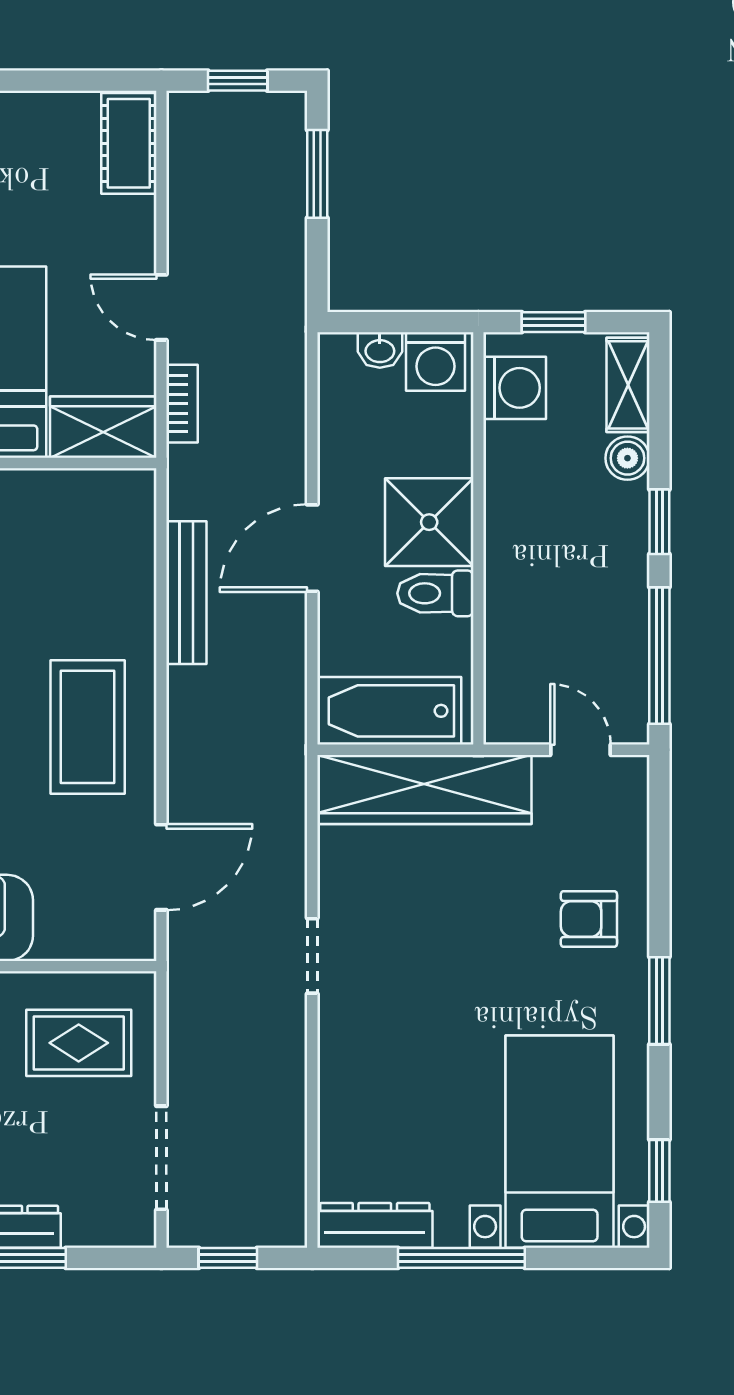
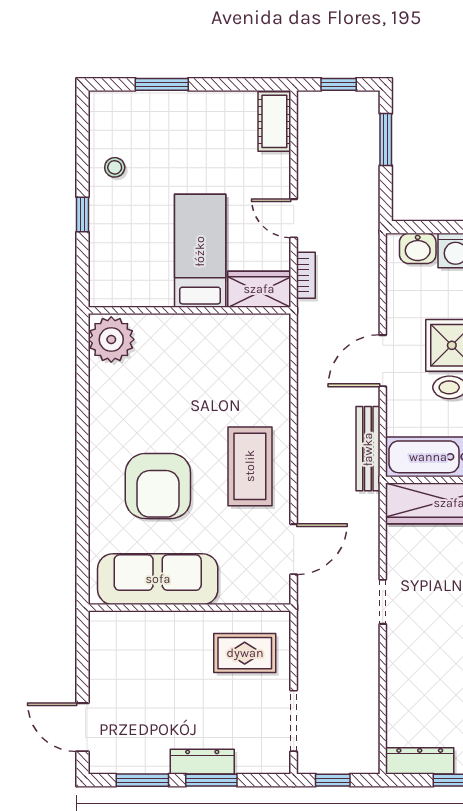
washbasin: (380, 350) -> (418, 248), width x1.38, depth x1.45
bench: (186, 593) -> (368, 449), moved

